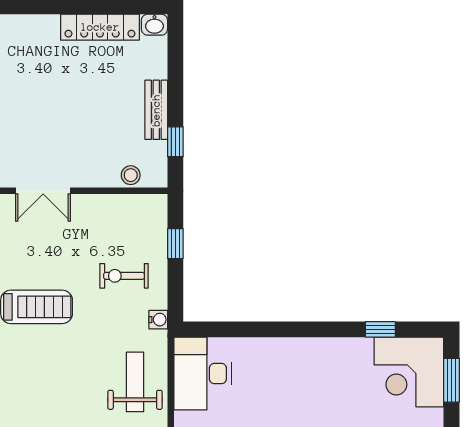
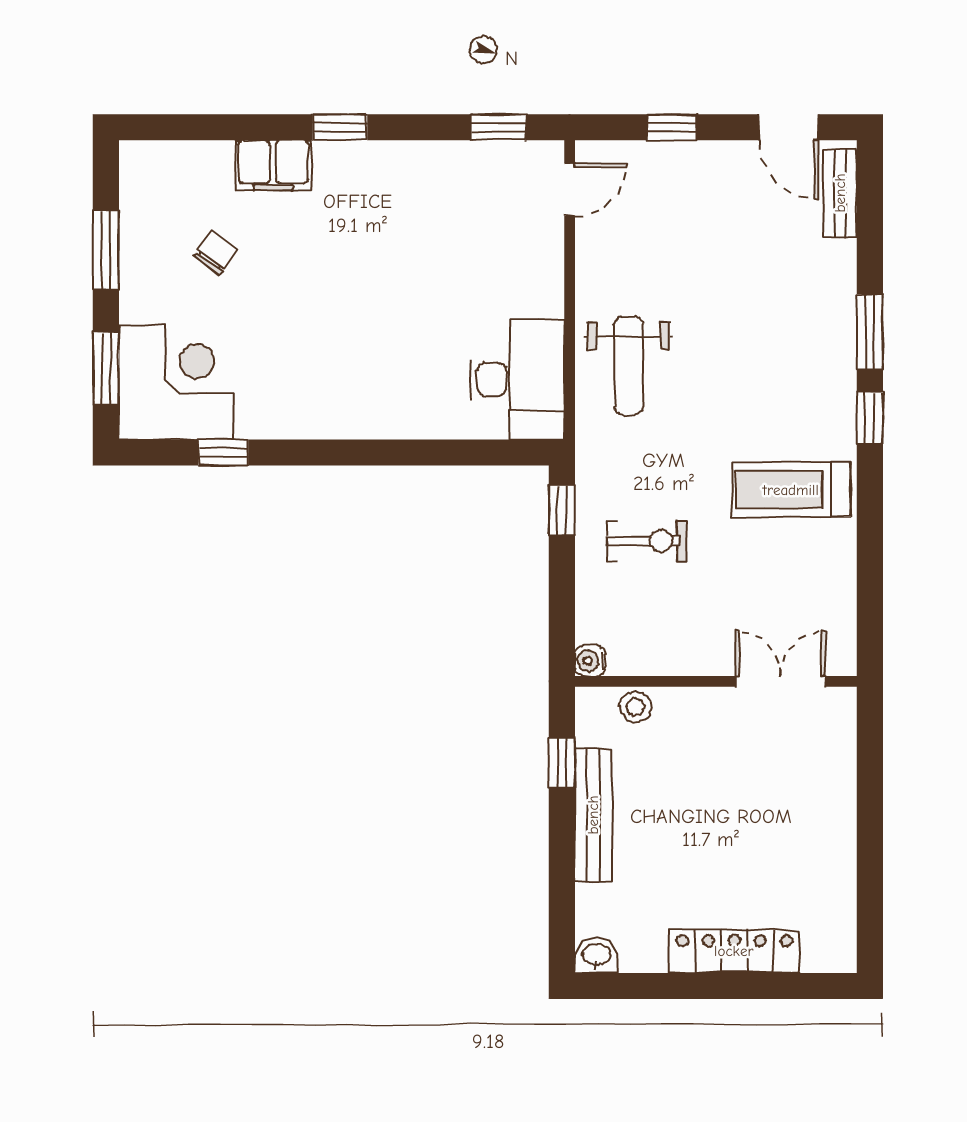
locker: (100, 27) -> (734, 951), moved
bench: (156, 110) -> (593, 815), width x1.36
window: (175, 244) -> (562, 510), moved
water cooler: (158, 320) -> (590, 661), moved

